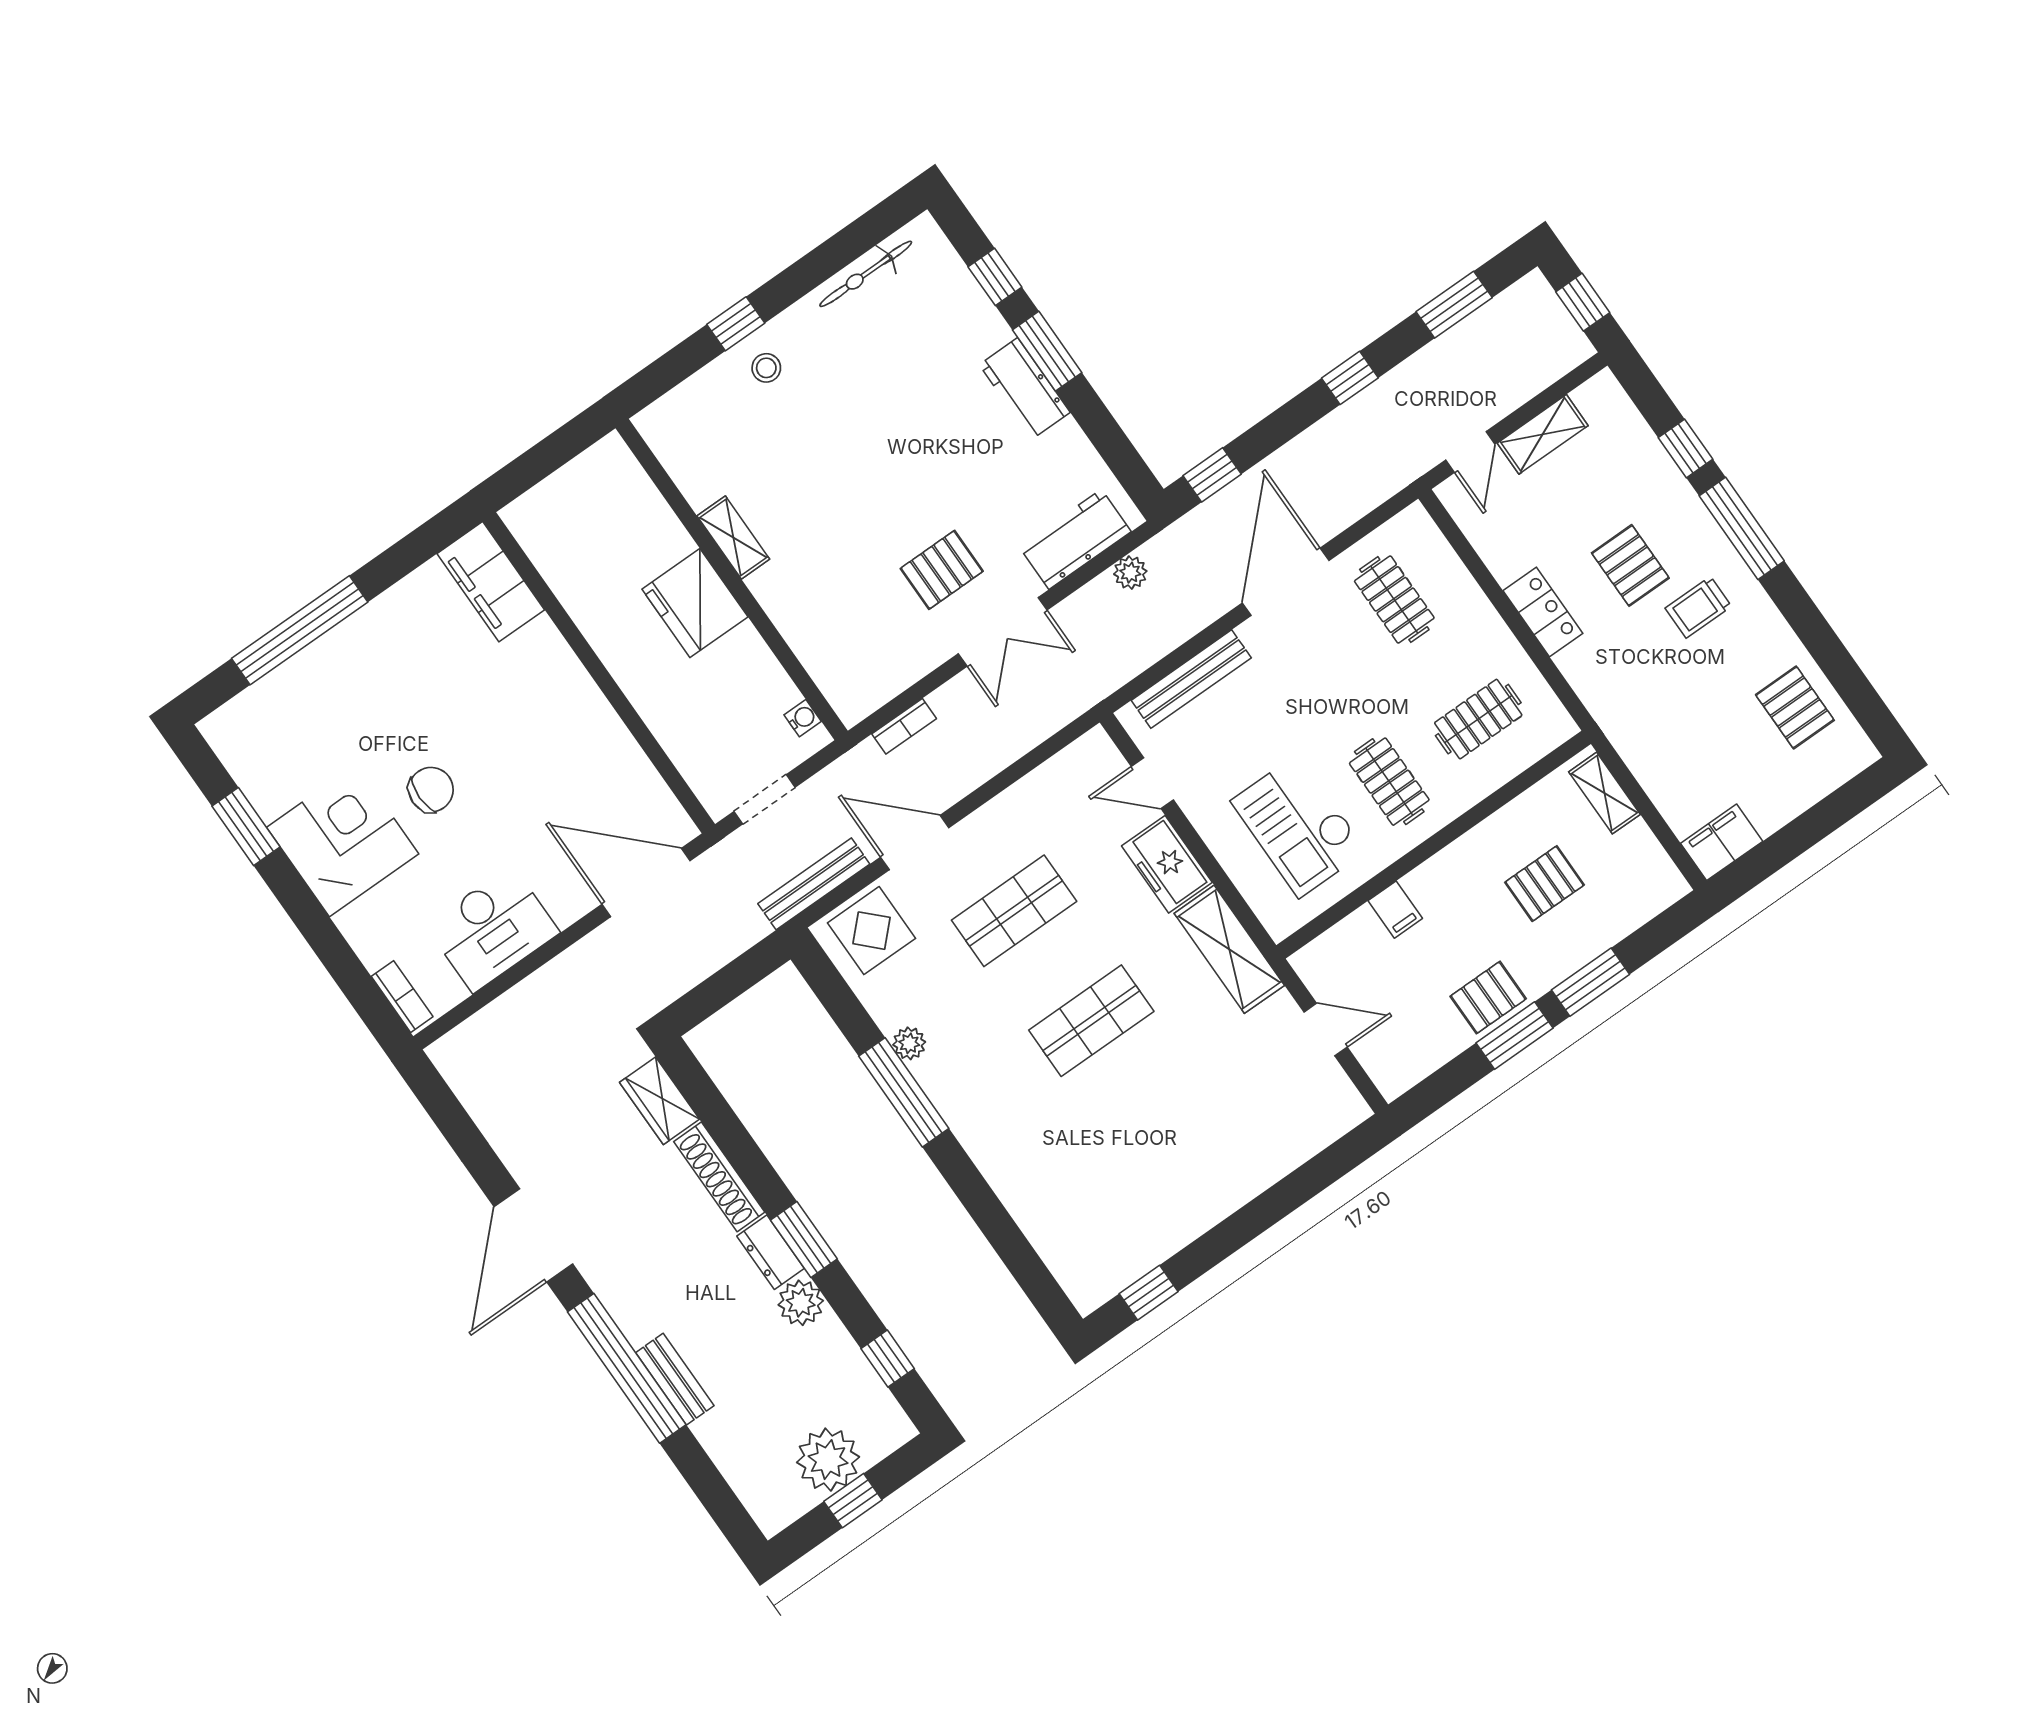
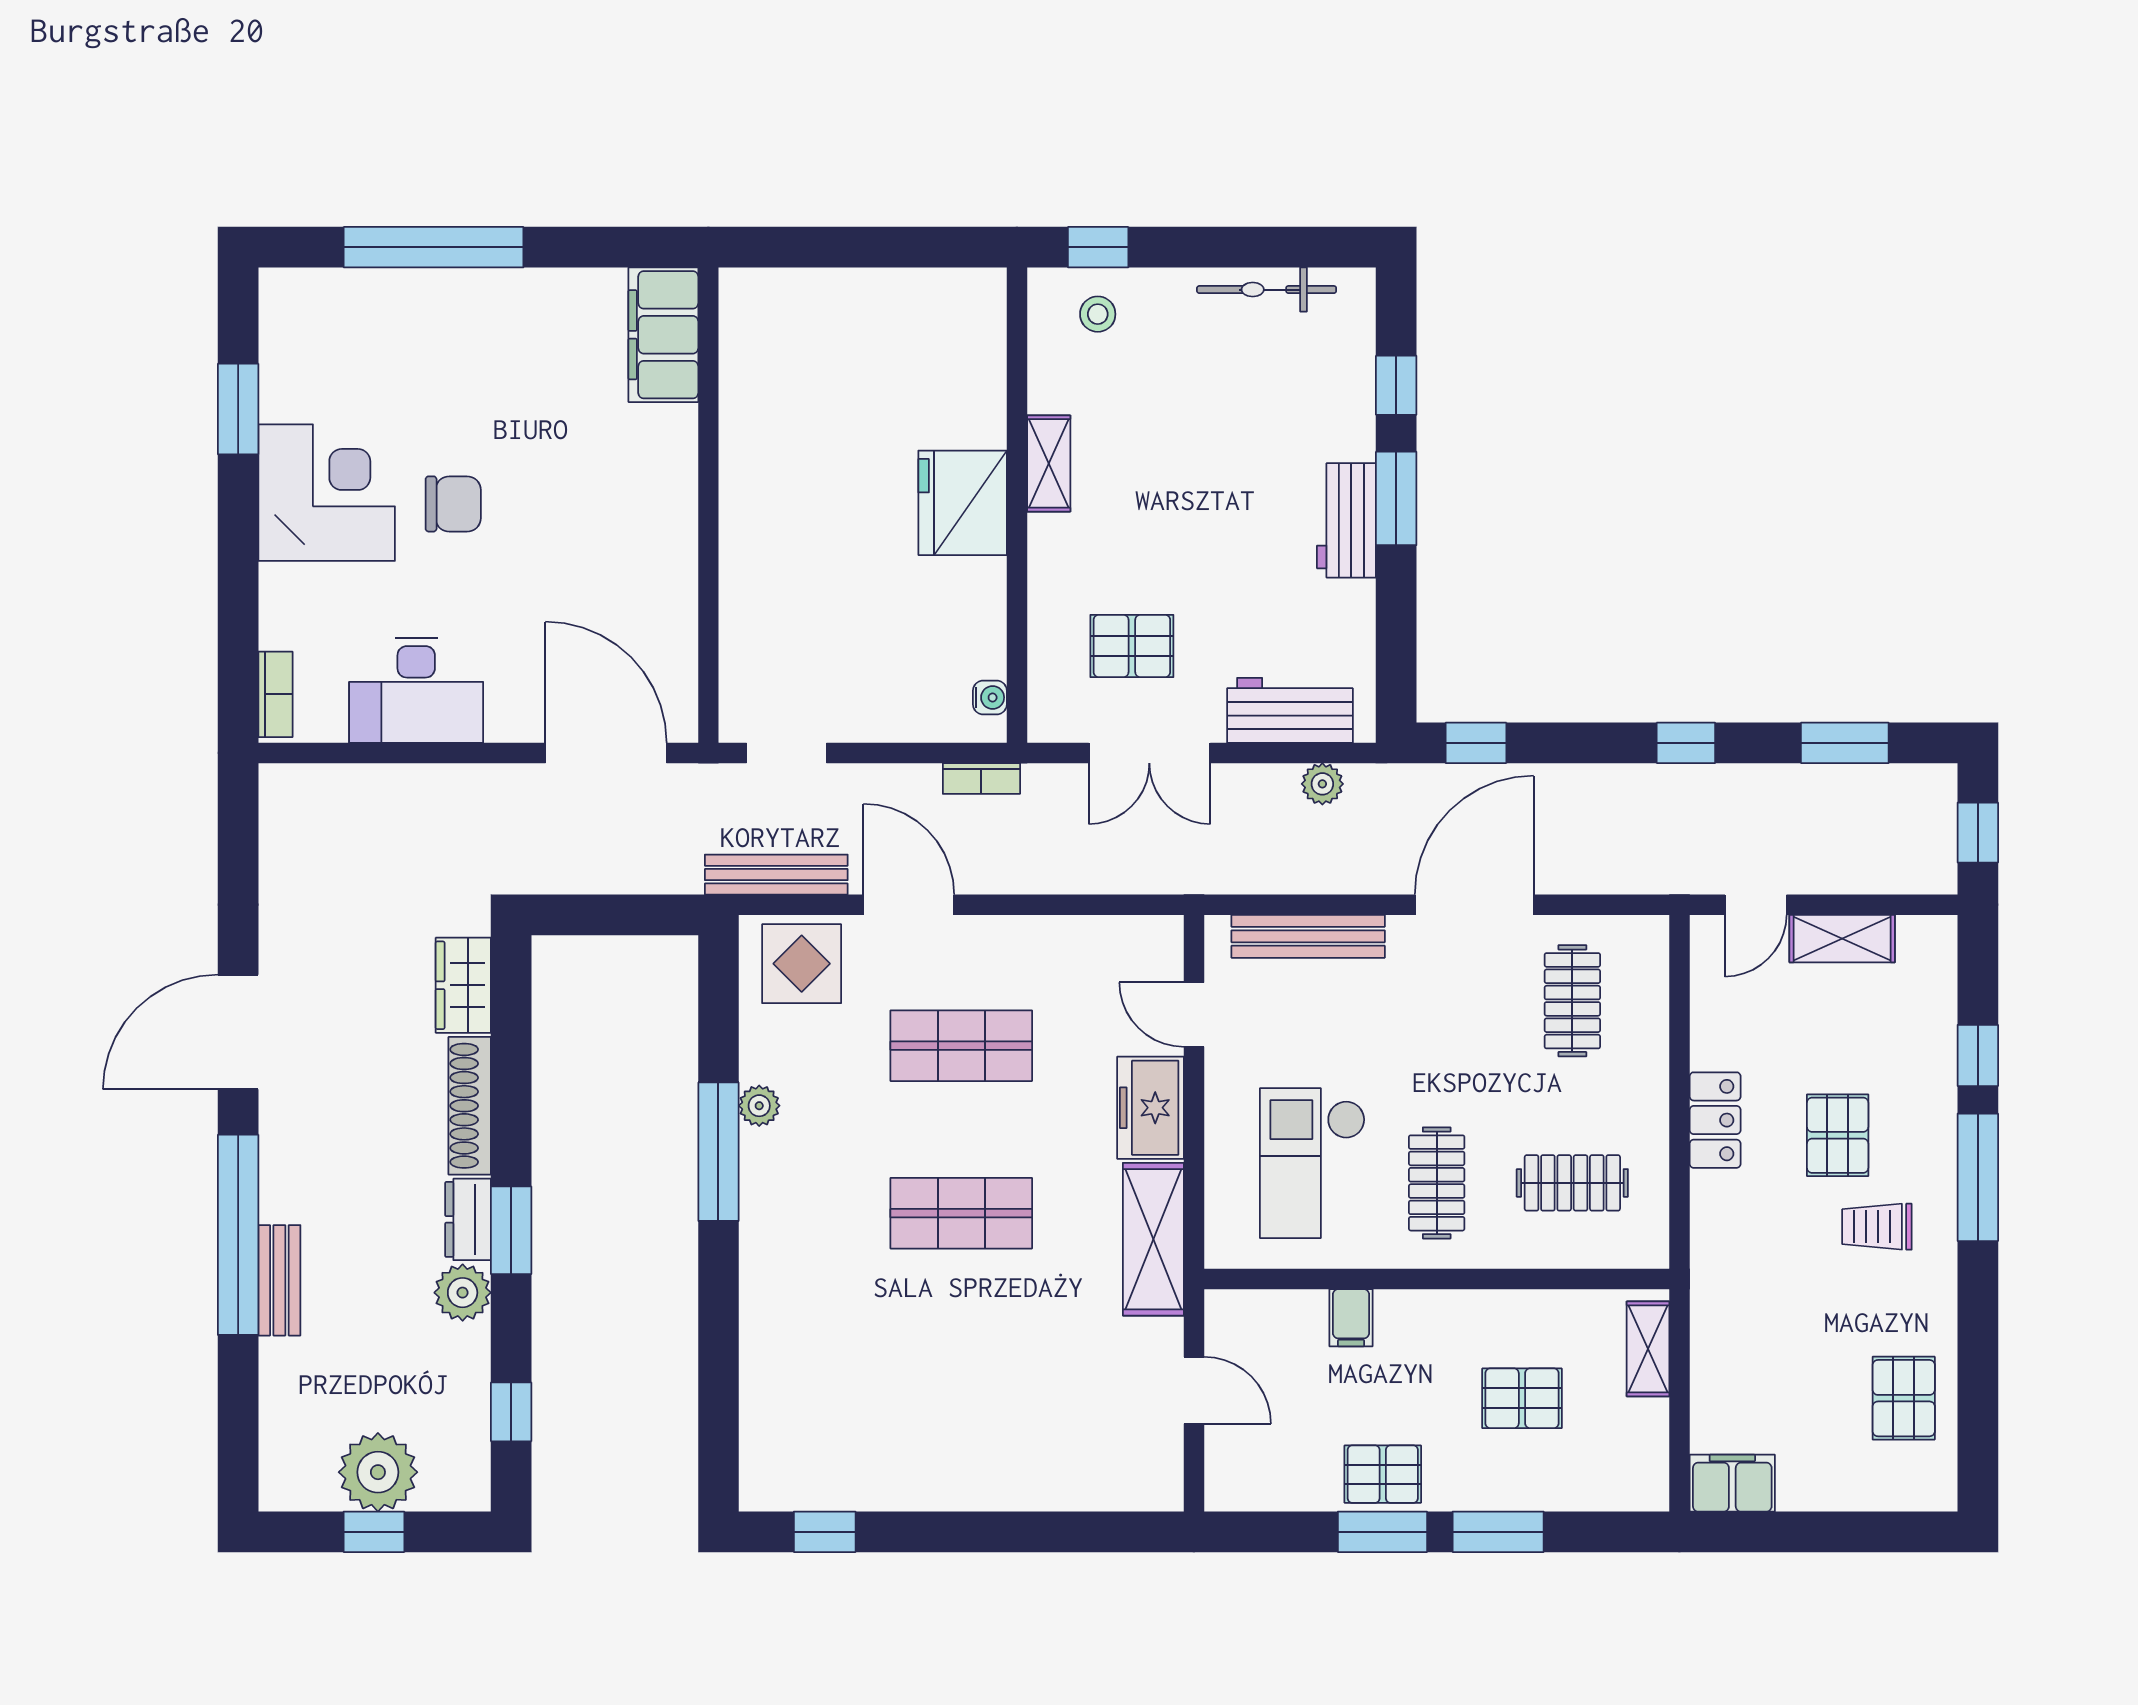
shelving: (733, 537) -> (1049, 463), moved
wall: (732, 579) -> (1017, 505), moved
fridge: (695, 603) -> (963, 503), moved
water cooler: (803, 718) -> (990, 697), moved

